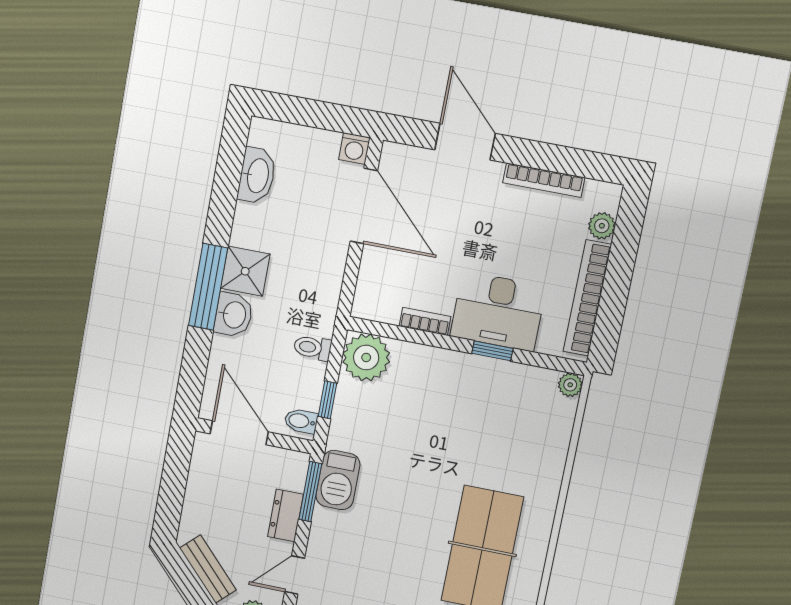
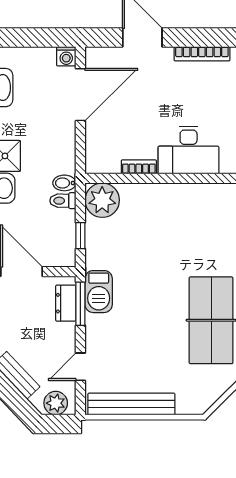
door: (364, 206) -> (80, 95), hinge flipped
window: (492, 351) -> (190, 178), removed
bidet: (301, 421) -> (64, 183), moved
dresser: (285, 515) -> (66, 303), moved

